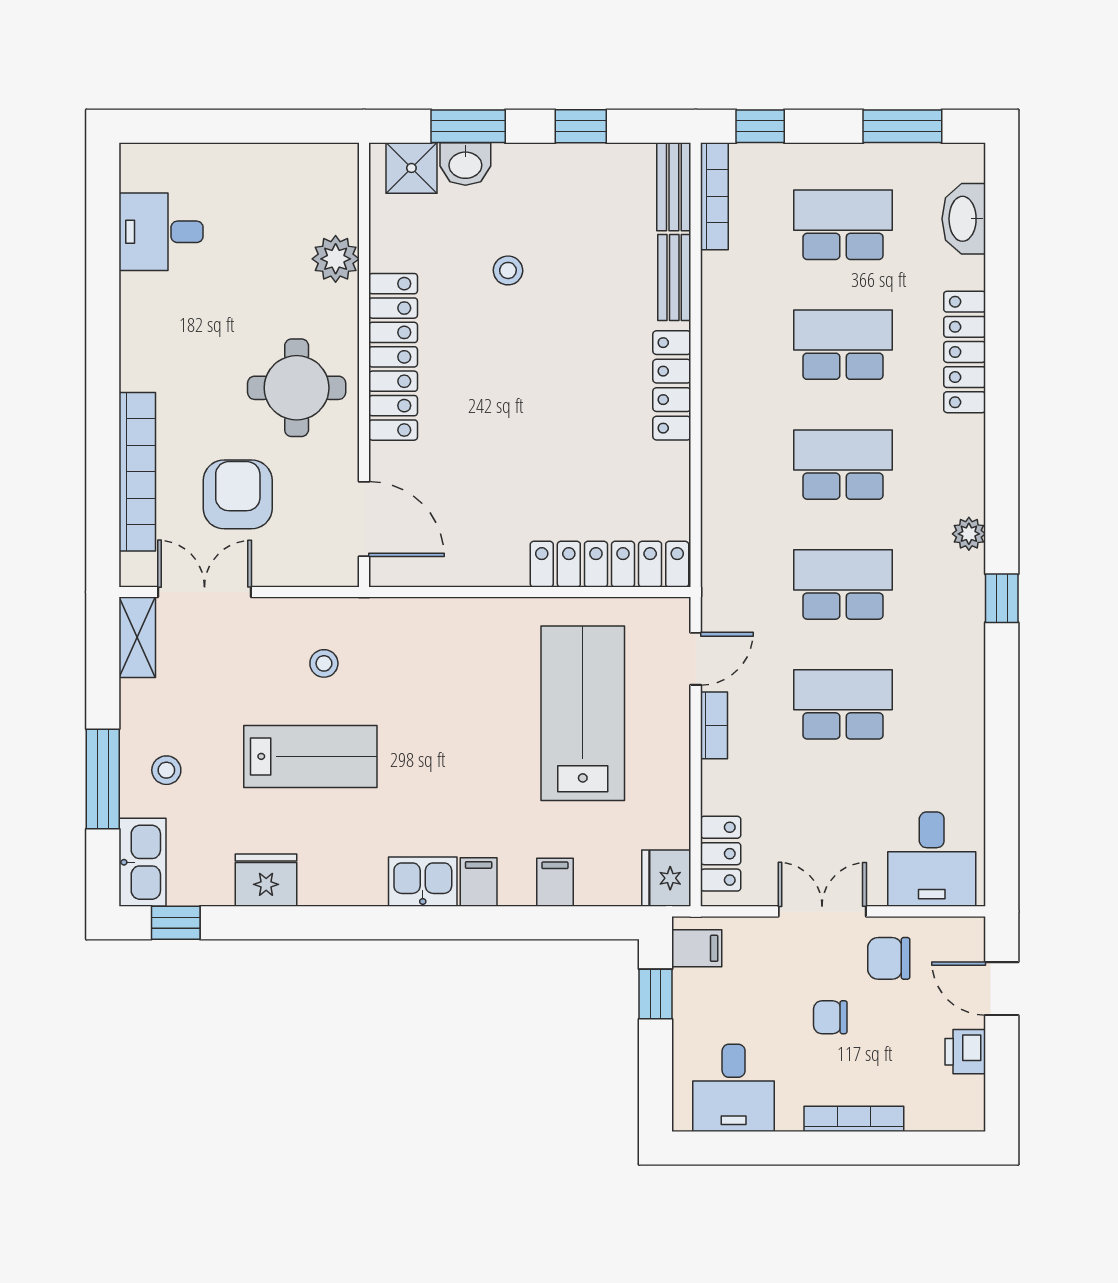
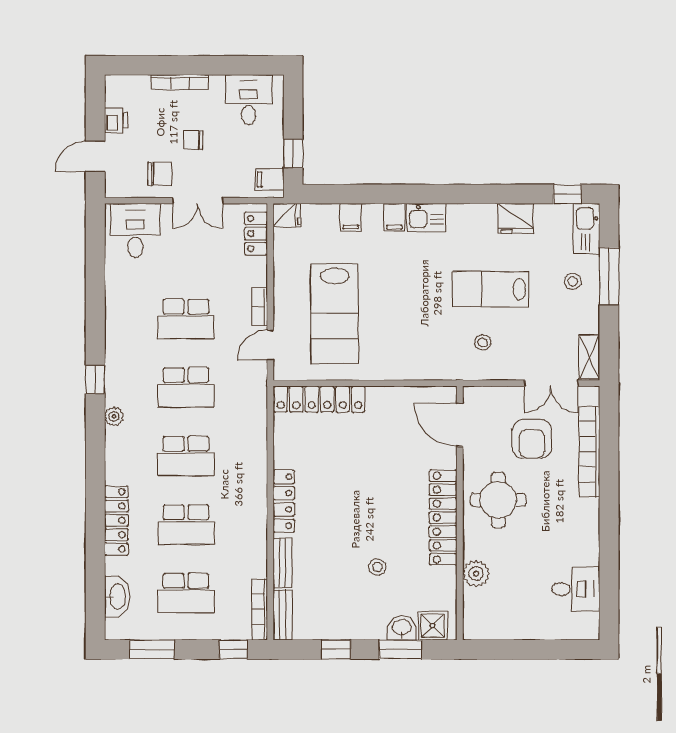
fridge: (666, 878) -> (287, 215), width x0.72
door: (1002, 989) -> (95, 156), swing flipped
chair: (830, 1017) -> (193, 140), turned 180

